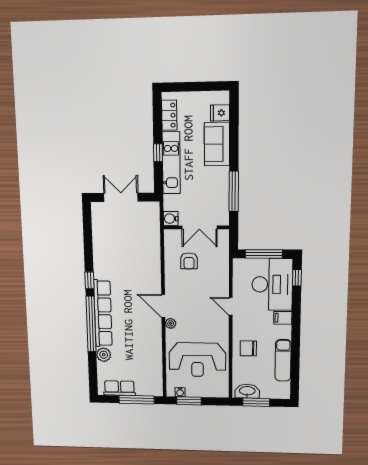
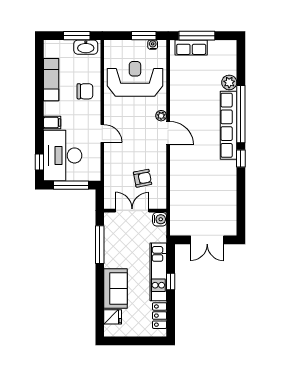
armchair: (189, 261) -> (143, 178), turned 79
row of seats: (119, 388) -> (191, 47), moved

